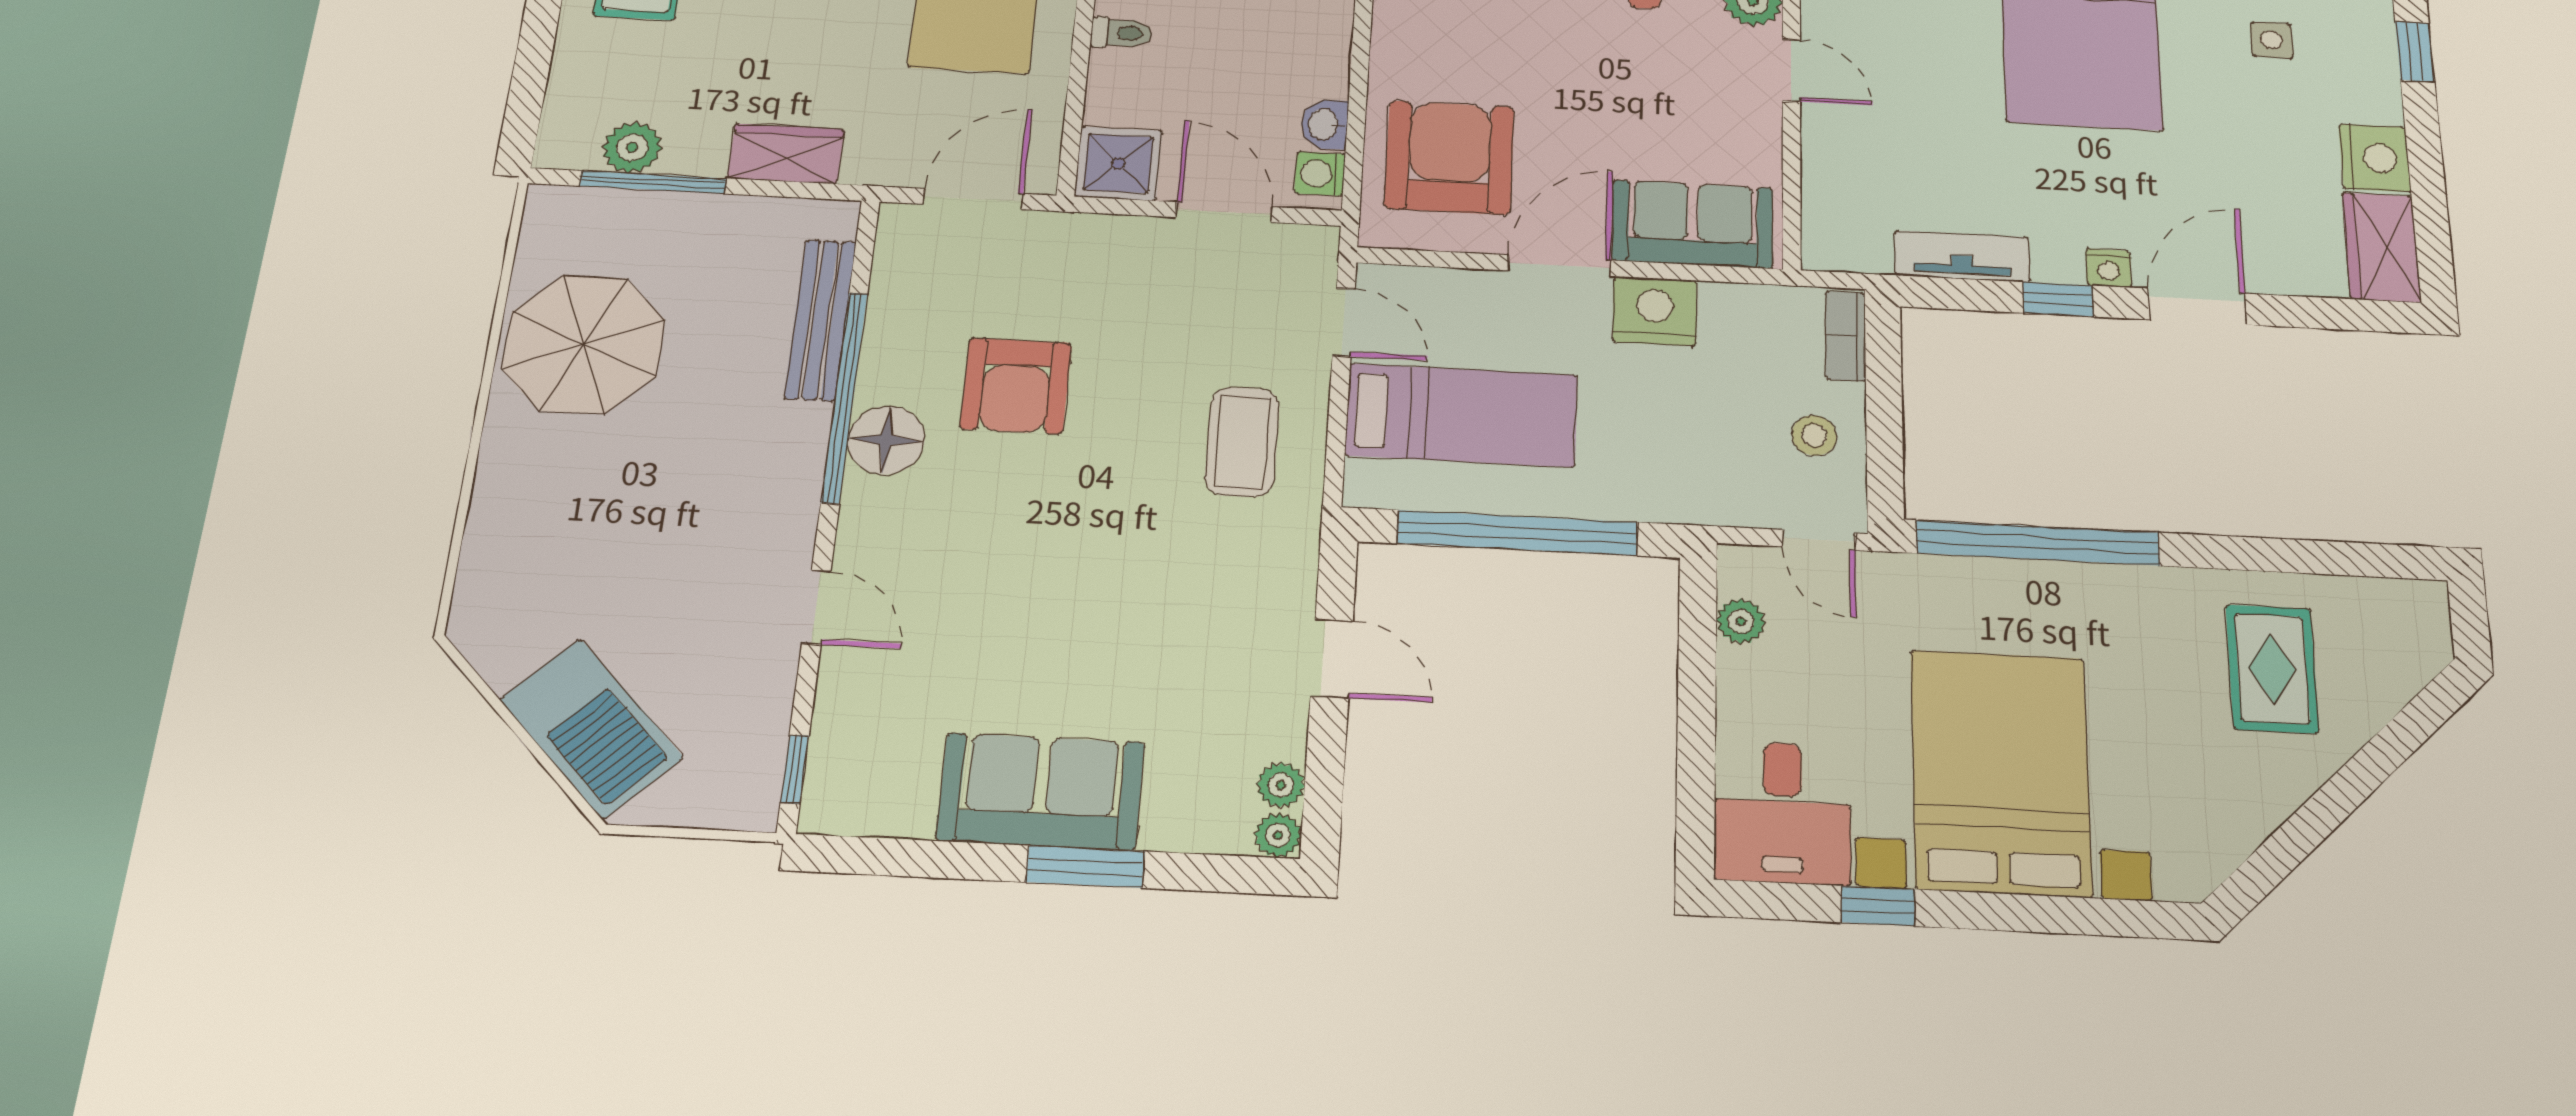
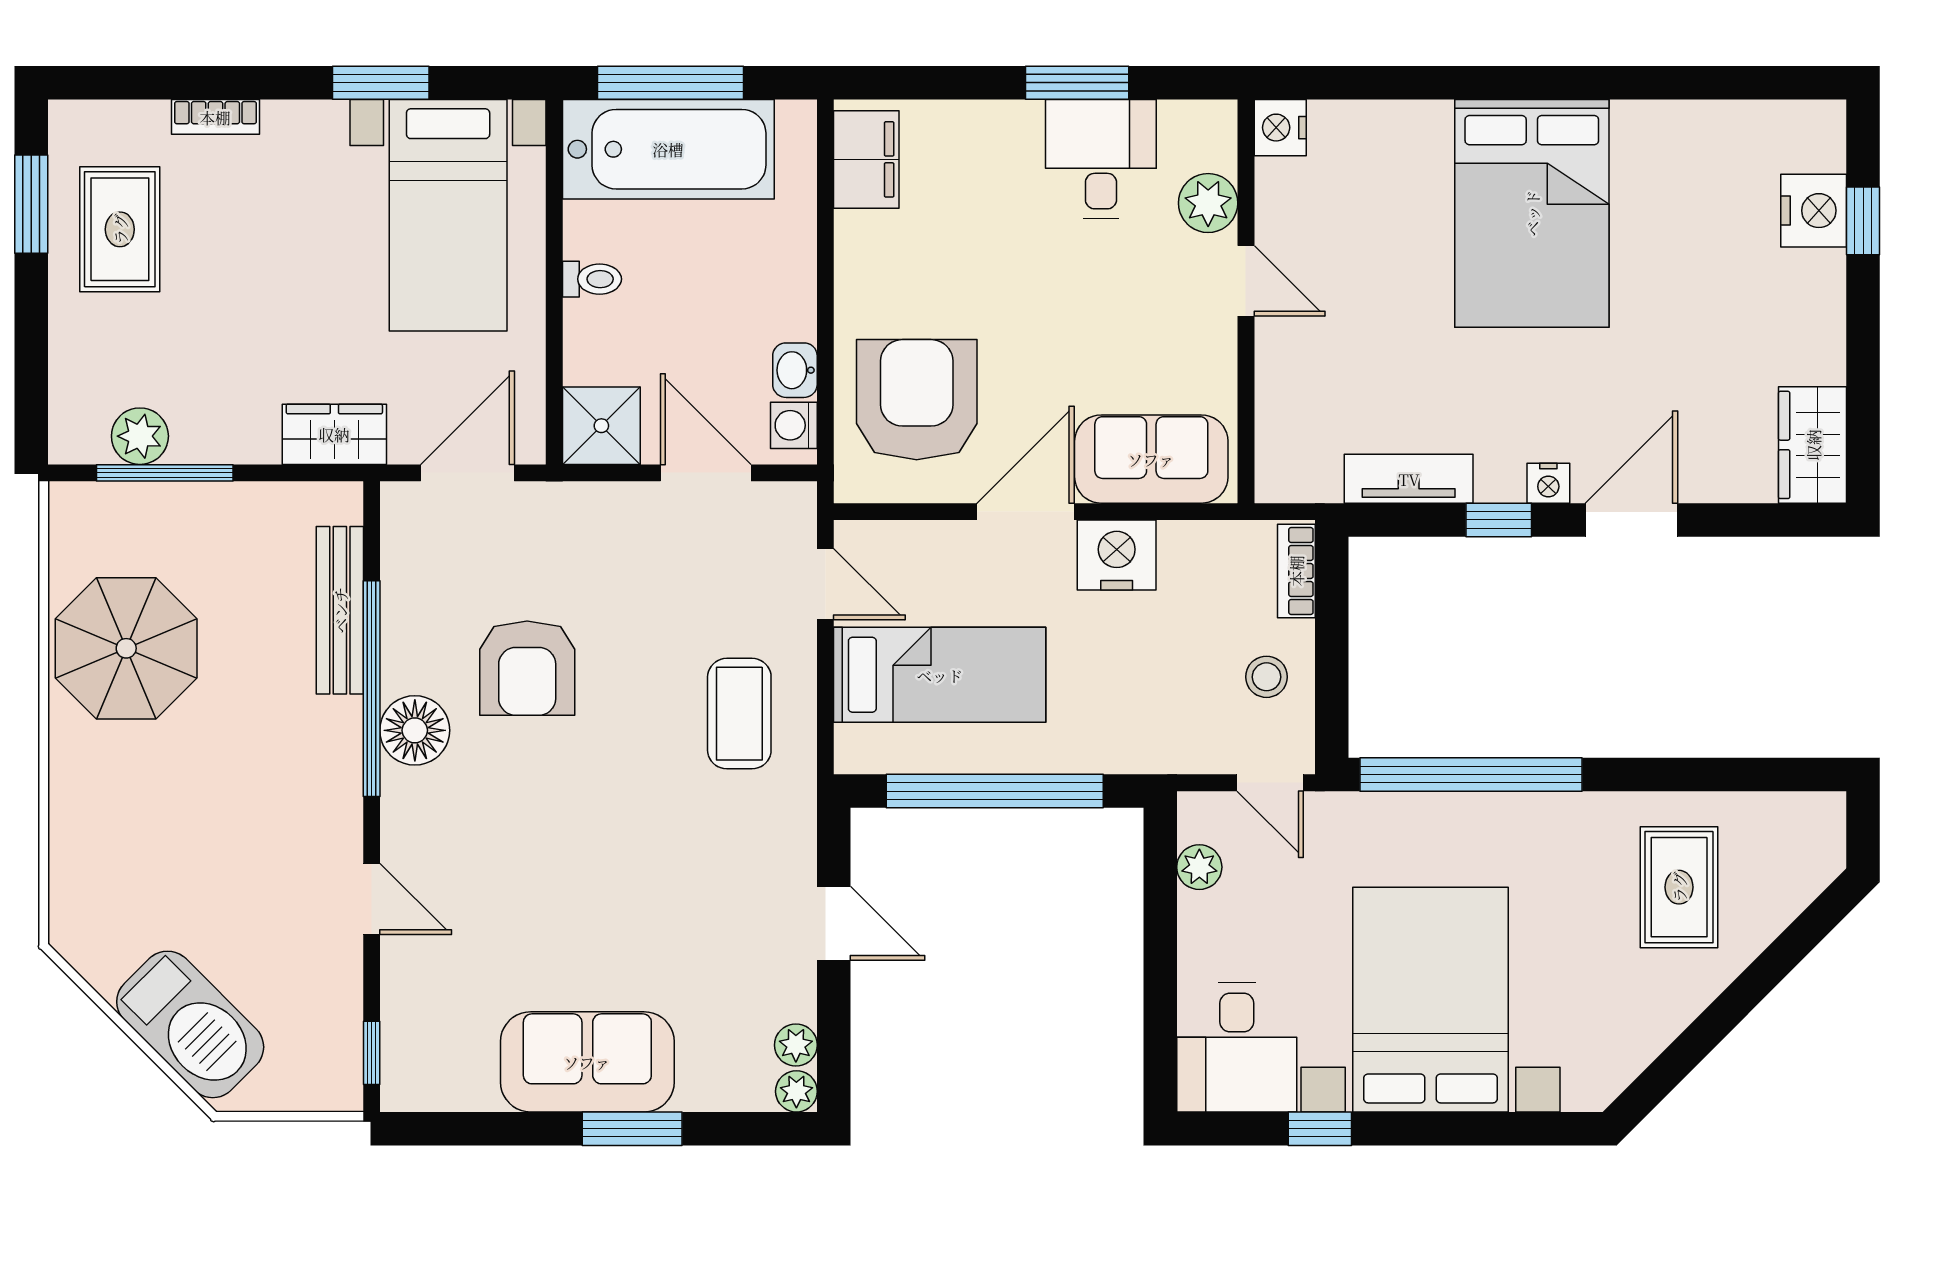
side table: (2272, 40) -> (1721, 216), removed
wardrobe: (786, 154) -> (334, 434), moved
nightstand: (2375, 158) -> (1814, 211), moved

